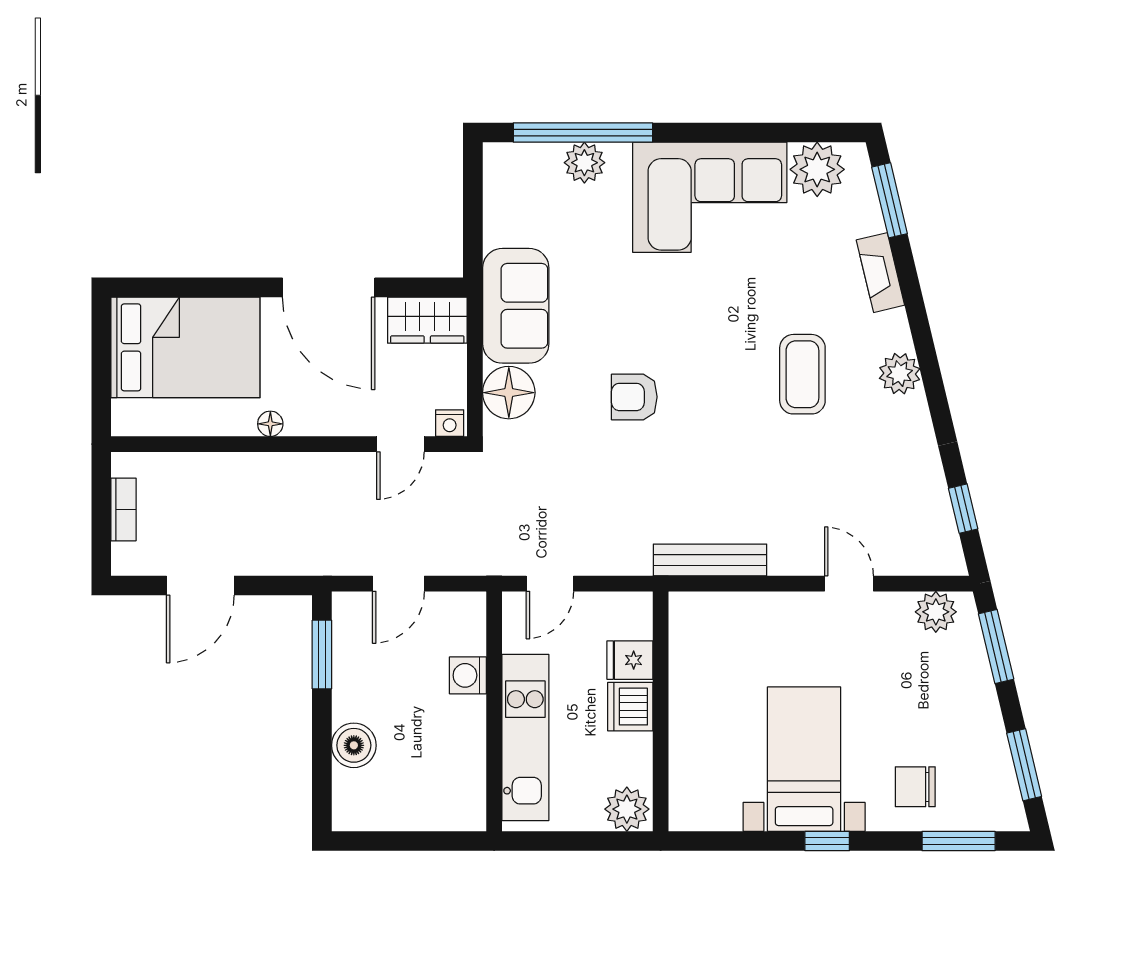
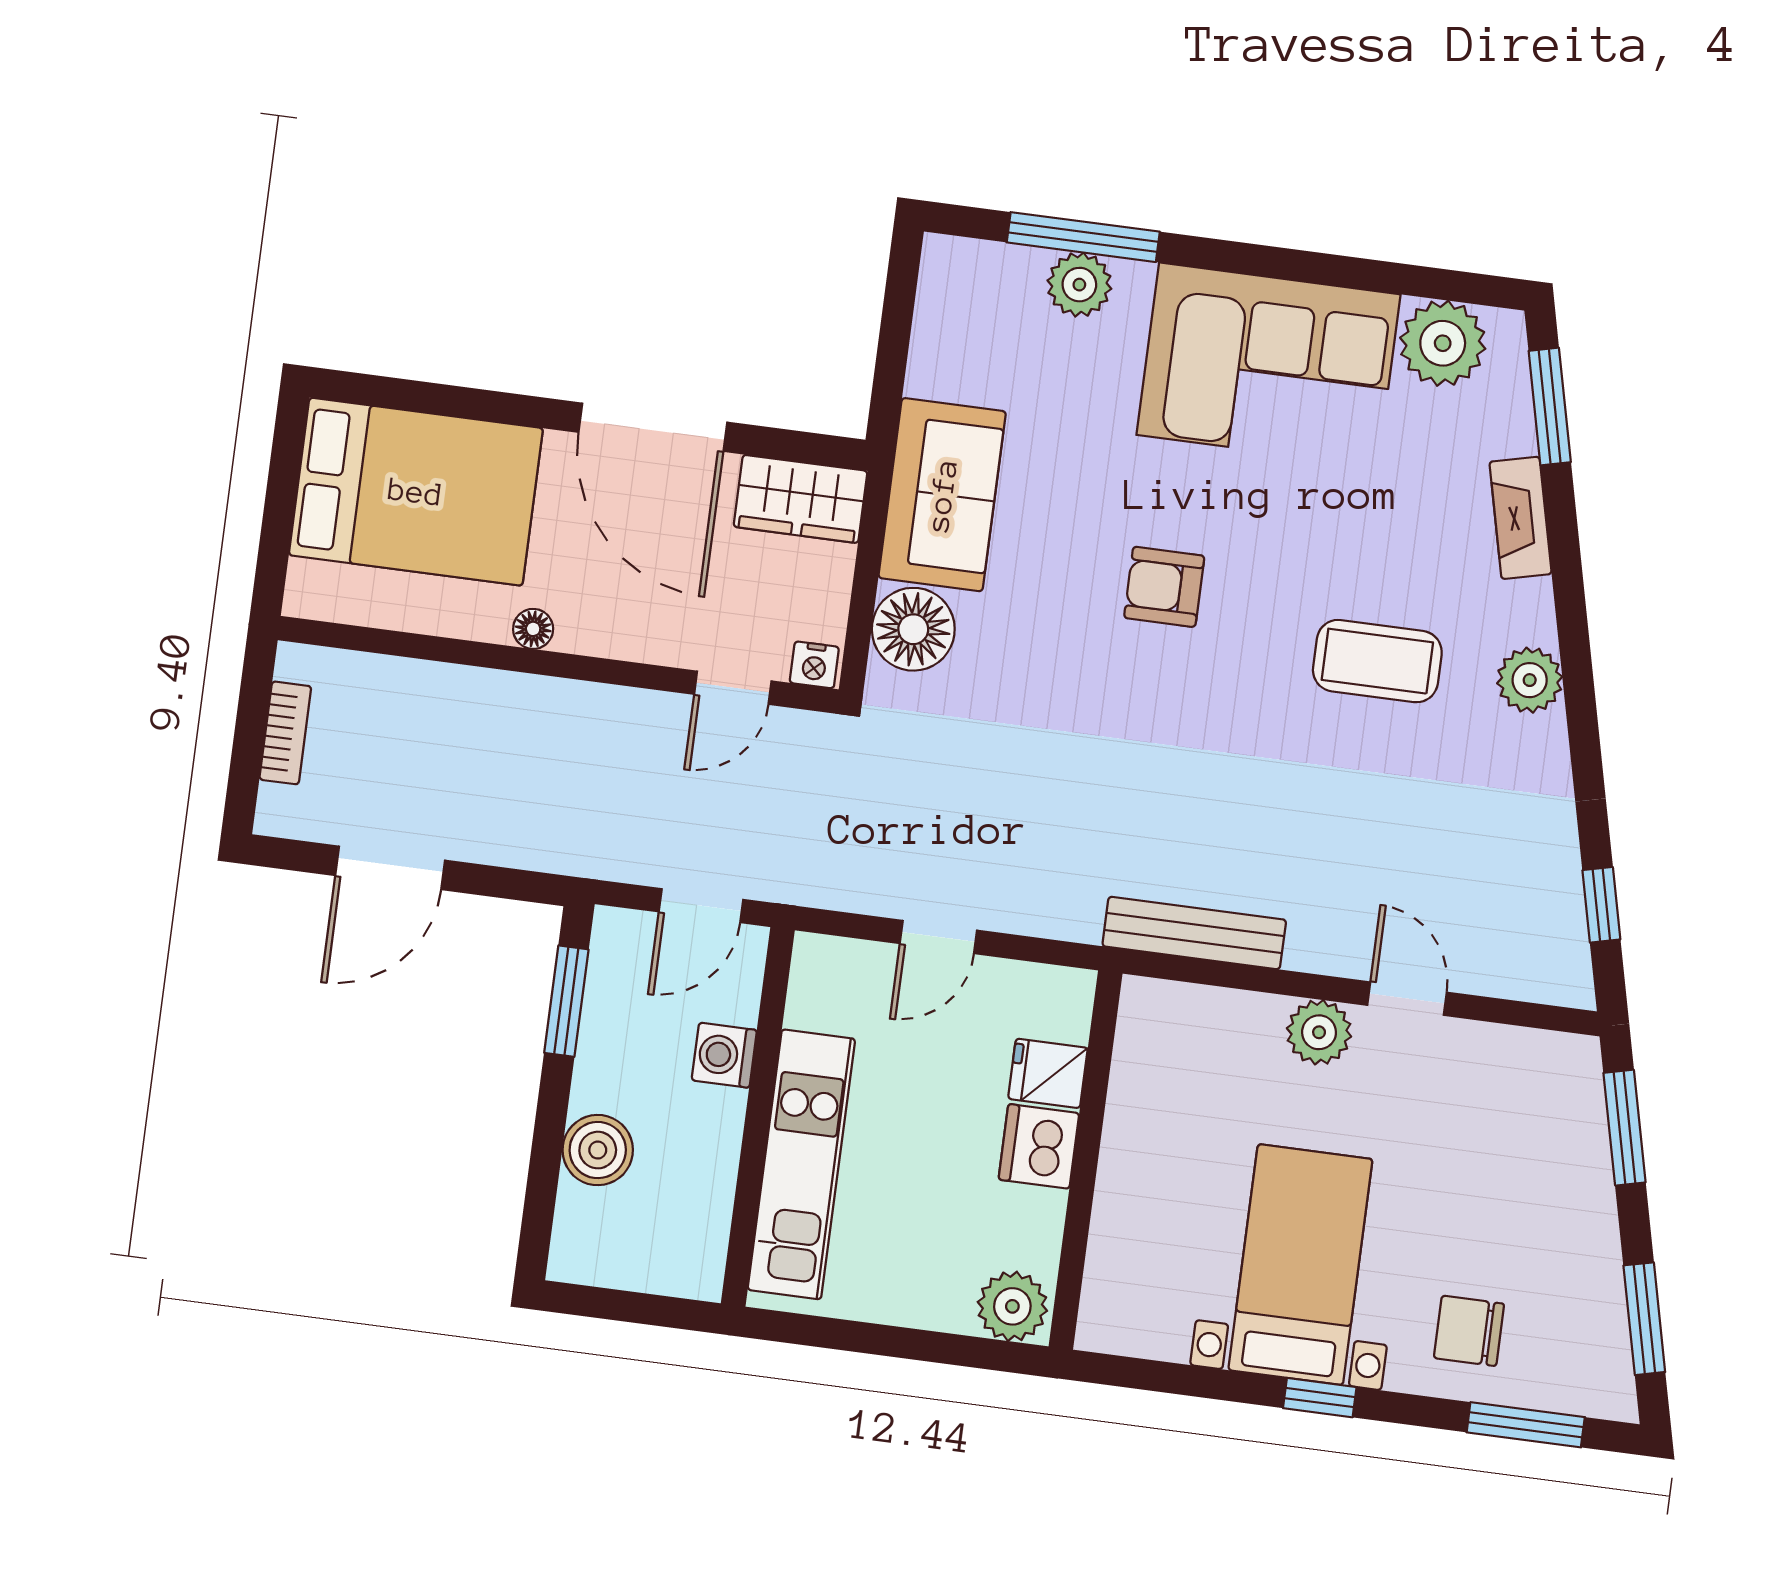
window: (583, 133) -> (1083, 237), width x0.68
coffee table: (802, 374) -> (1377, 661), turned 90
armchair: (634, 397) -> (1164, 587), moved
plant: (936, 612) -> (1319, 1032), moved
washing machine: (468, 675) -> (724, 1055), moved
wall: (494, 711) -> (758, 1117), moved
kitchen unit: (525, 737) -> (801, 1164), moved

